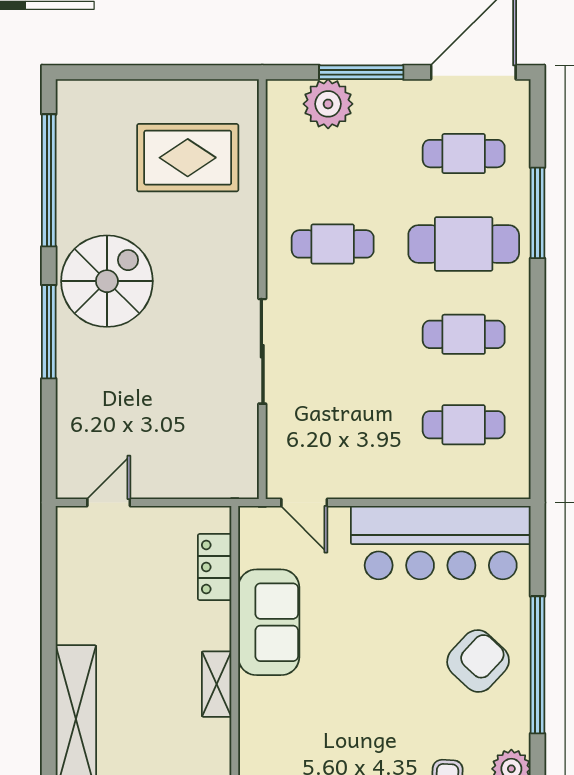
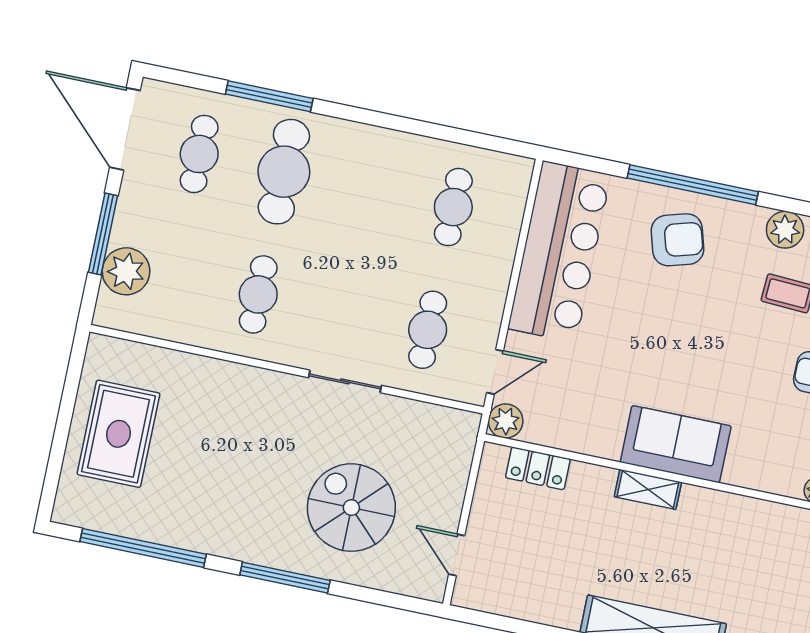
rug: (188, 158) -> (118, 434), moved
spiral stairs: (107, 281) -> (351, 508), moved
cafe table: (464, 334) -> (428, 330), moved
sliding door: (262, 351) -> (345, 381), width x0.73
plant: (256, 524) -> (506, 421), added
sofa: (269, 622) -> (676, 444), moved
armchair: (478, 661) -> (678, 240), turned 121

